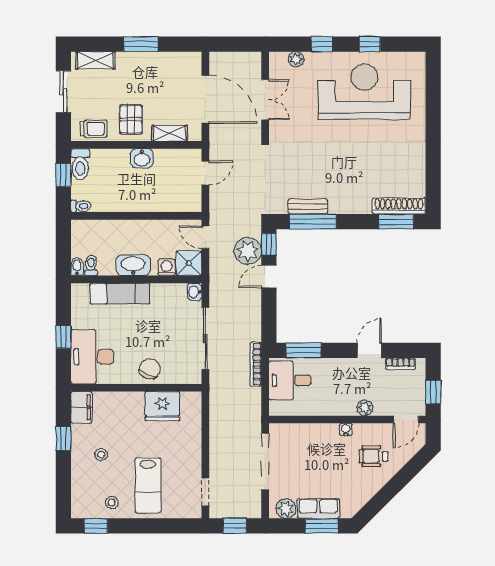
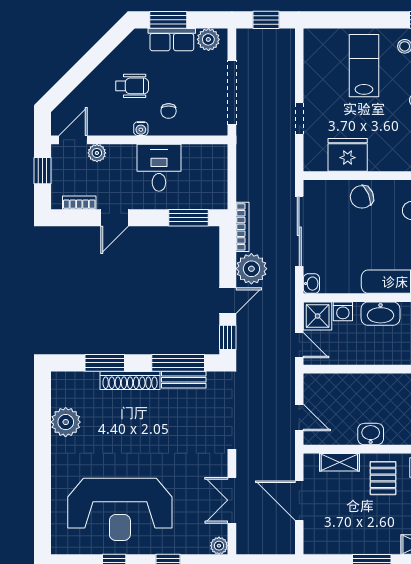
plant: (296, 59) -> (219, 546), moved
door: (205, 99) -> (299, 501), width x0.73
plant: (413, 169) -> (66, 422), added
door: (205, 173) -> (299, 418), swing flipped
shoe rack: (399, 206) -> (130, 381), moved
window: (396, 222) -> (105, 363), moved
plant: (248, 251) -> (251, 269), moved
bookcase: (256, 364) -> (242, 227), moved
chair: (150, 369) -> (362, 197), turned 45
desk: (290, 380) -> (159, 168), moved, turned -90
plant: (365, 408) -> (97, 153), moved
chair: (321, 445) -> (169, 111), added
wheelchair: (374, 456) -> (132, 86), moved
doorway: (205, 492) -> (299, 118), moved

